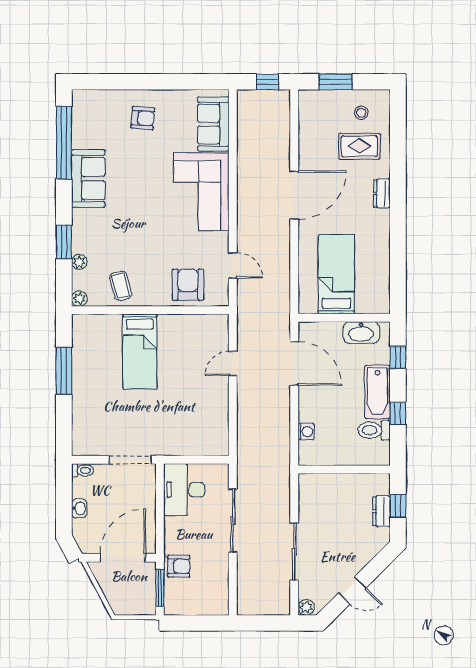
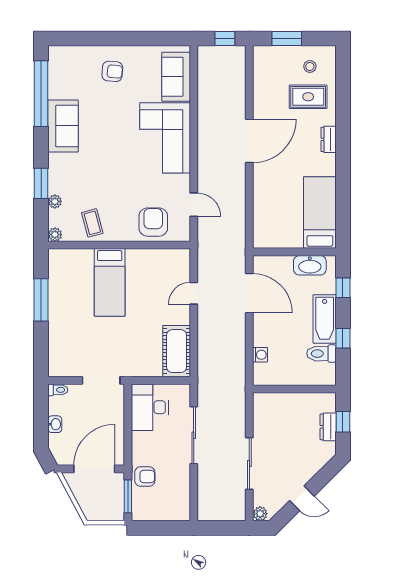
bed: (336, 274) -> (320, 212), moved
cot: (214, 427) -> (177, 351), added

